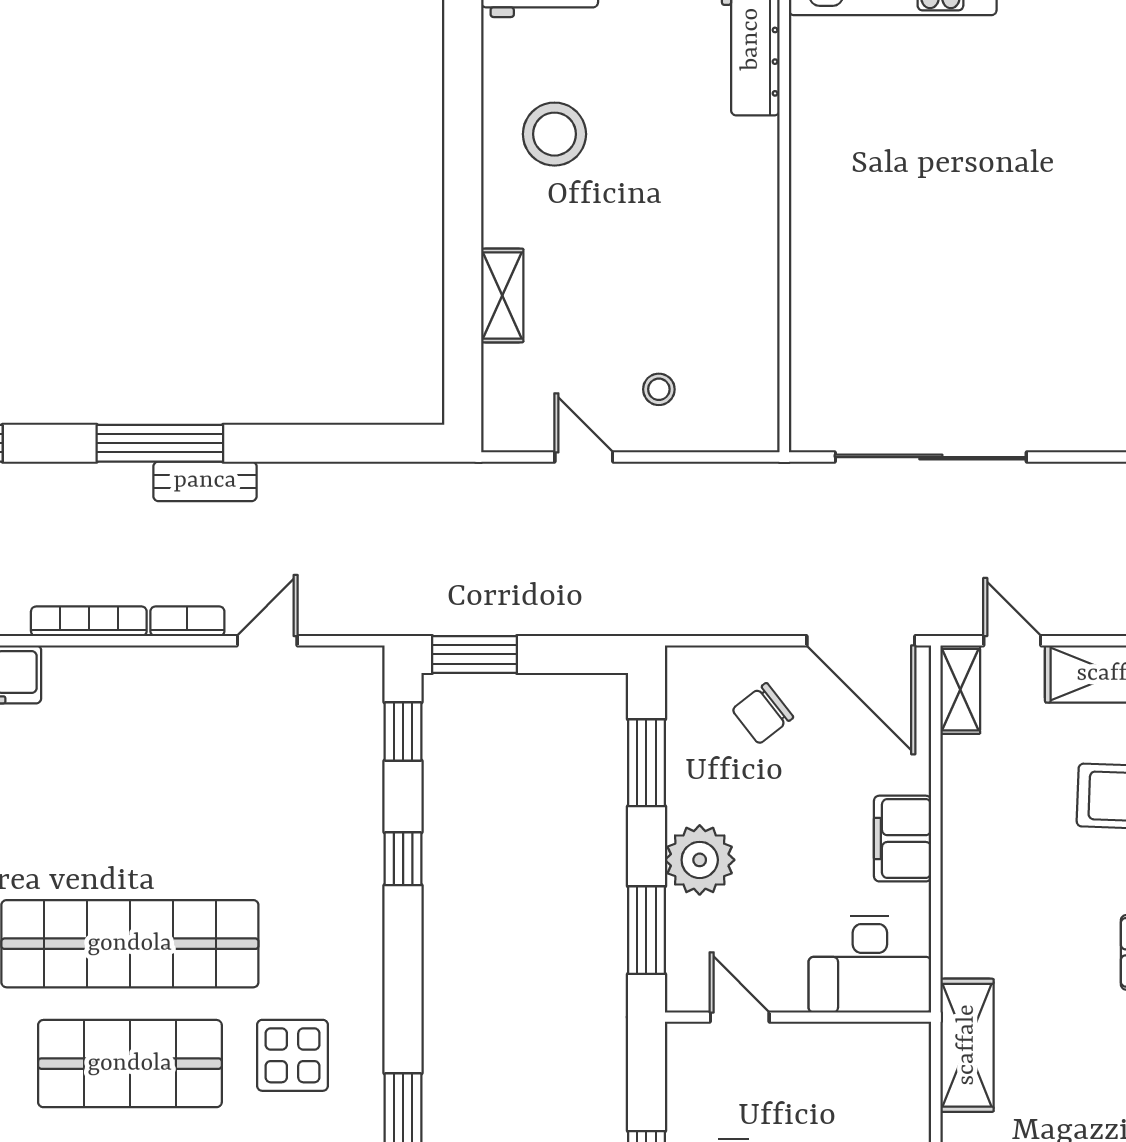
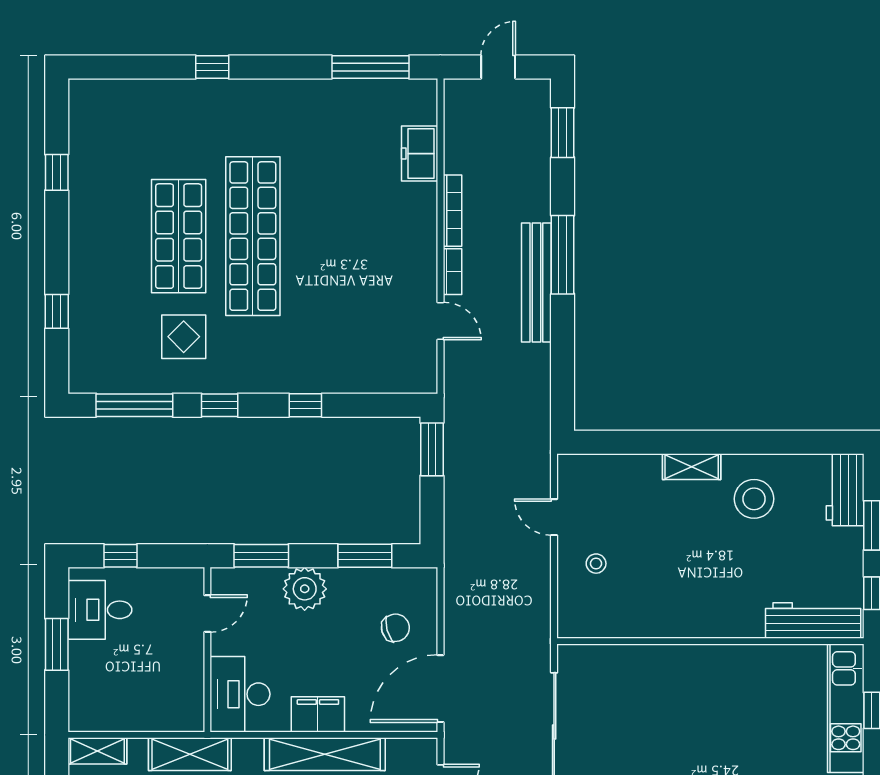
shelving: (502, 295) -> (692, 467), moved
door: (584, 457) -> (554, 517), swing flipped
bench: (205, 481) -> (536, 283), width x1.86, depth x1.21
shelving: (960, 690) -> (325, 754), moved, width x2.20, depth x1.33
chair: (763, 713) -> (395, 628), turned 112
window: (403, 731) -> (220, 405), moved

